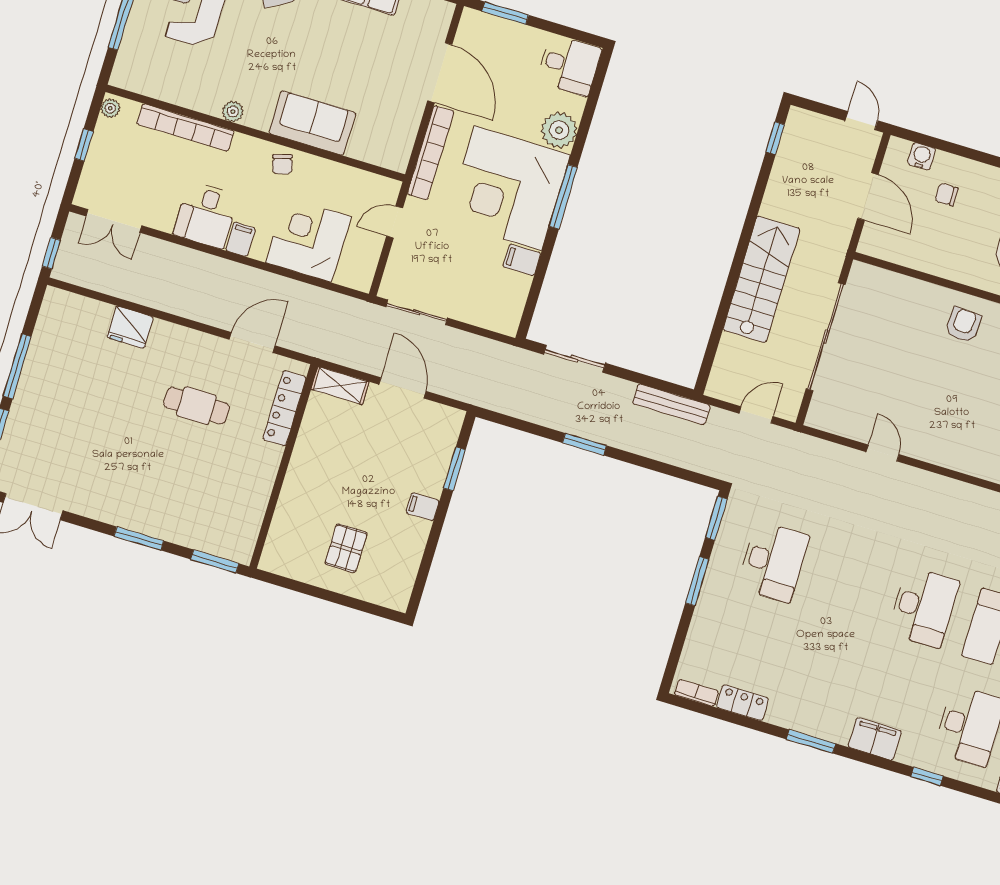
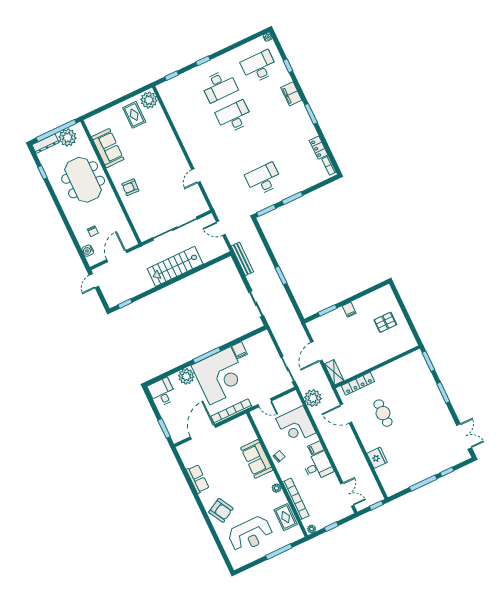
rug: (170, 83) -> (286, 517), added
plant: (329, 310) -> (313, 398), added

